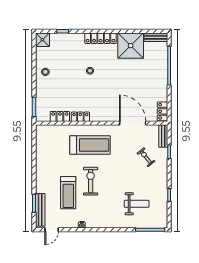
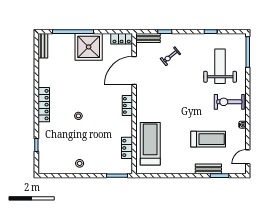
shower: (42, 40) -> (45, 167), removed
shower: (131, 46) -> (89, 47), moved
locker: (80, 117) -> (127, 105), moved
treadmill: (90, 145) -> (150, 144), moved
exercise bike: (91, 181) -> (229, 102), moved
weight bench: (137, 204) -> (220, 66), width x1.36, depth x1.33
bench: (40, 210) -> (208, 169), moved, width x0.73
door: (52, 230) -> (248, 157), swing flipped

